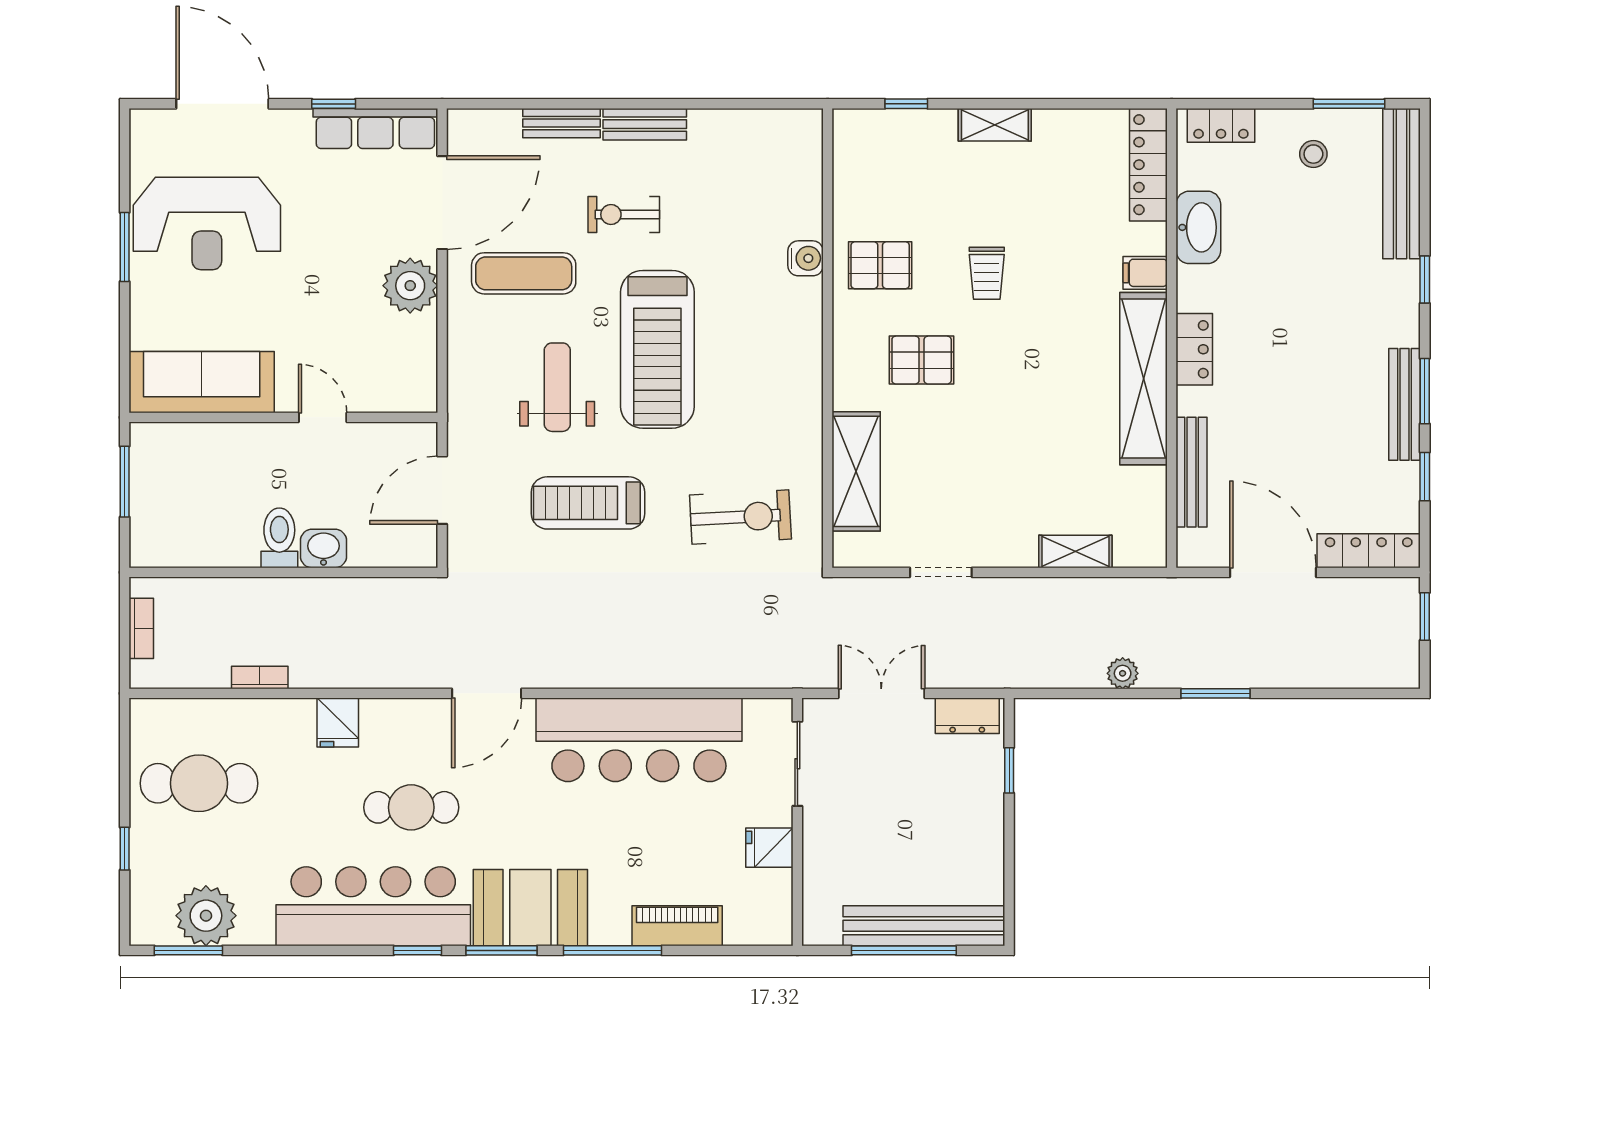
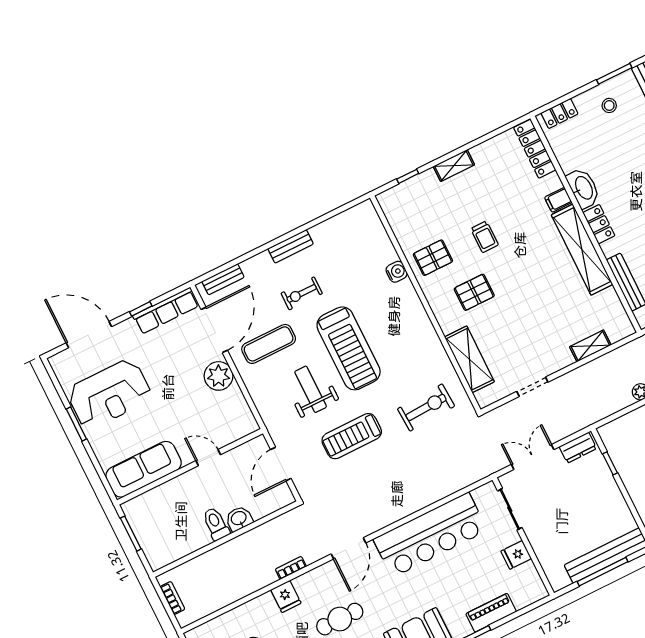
bench: (562, 123) -> (223, 279), moved
washbasin: (1198, 227) -> (583, 188), moved
bookcase: (260, 678) -> (291, 568), moved

